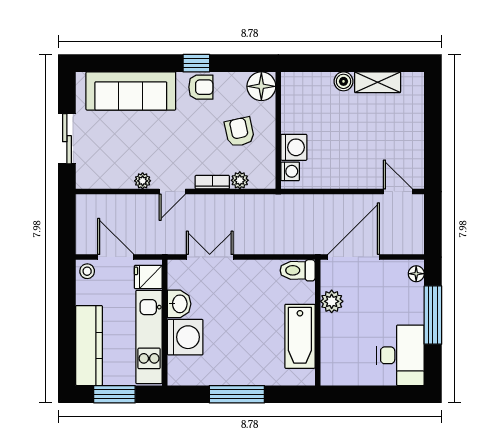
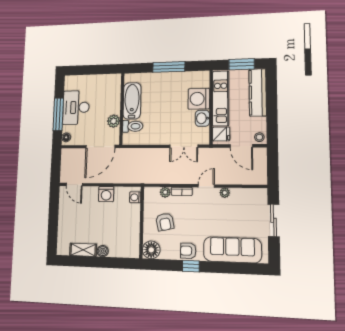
washing machine: (294, 147) -> (106, 194), moved, turned -90
toilet: (298, 270) -> (133, 126), moved
desk: (400, 355) -> (76, 107), moved

